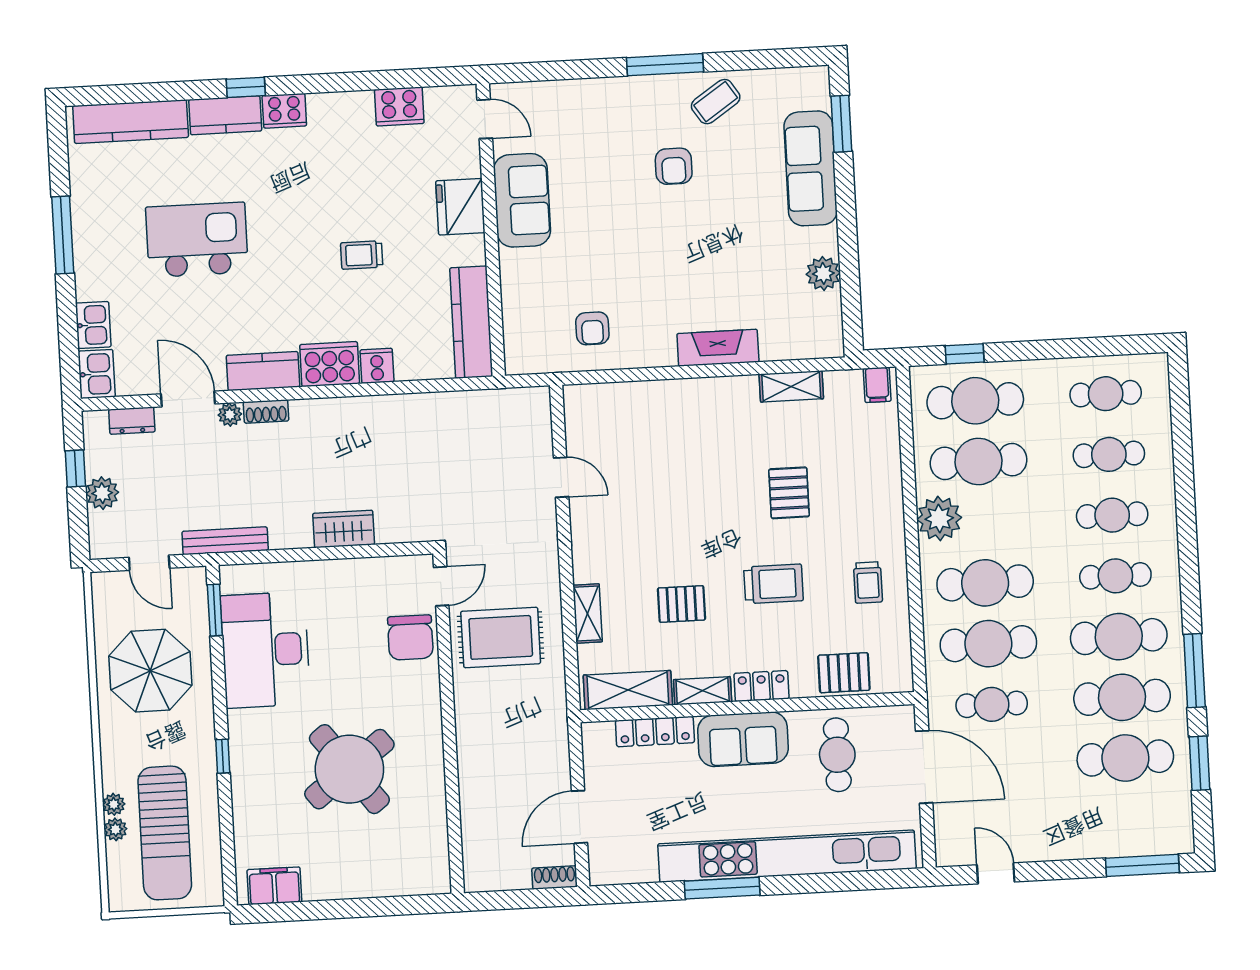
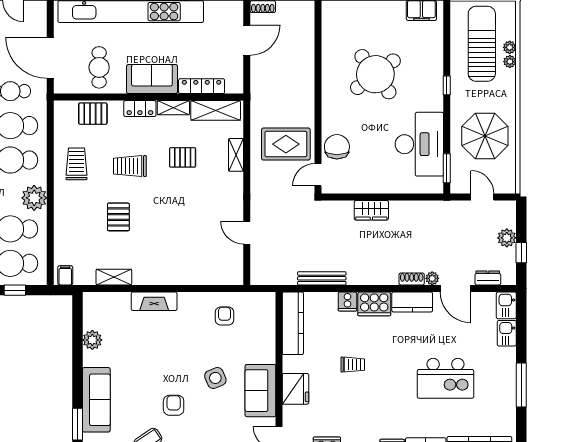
side table: (603, 218) -> (215, 378), added
bench: (225, 541) -> (322, 278), moved
trolley: (868, 583) -> (77, 164), width x1.36, depth x1.39

